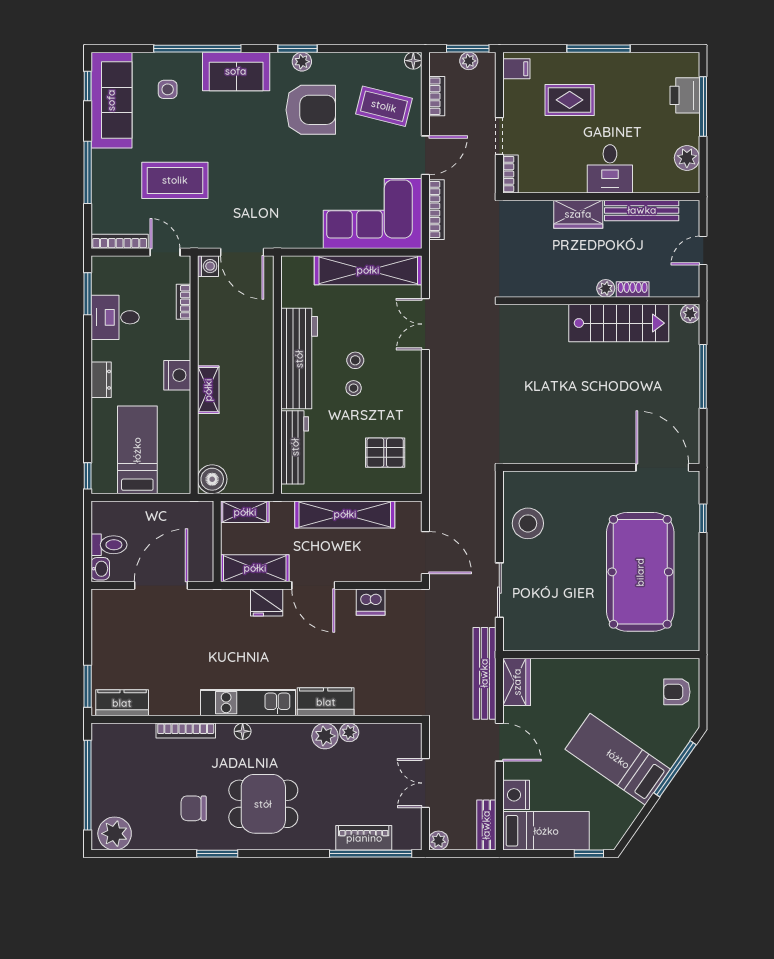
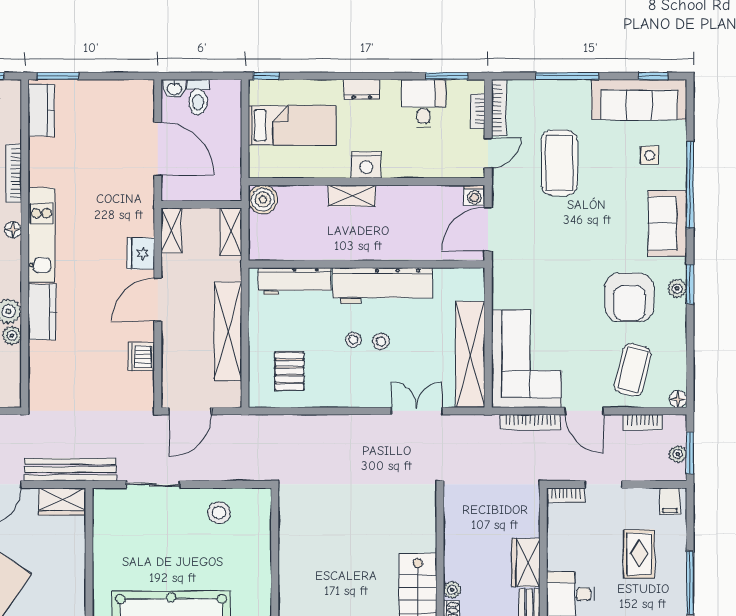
bookcase: (184, 302) -> (478, 111), moved, turned -90
stool: (528, 523) -> (219, 513), width x0.73, depth x0.73
shelving: (255, 568) -> (171, 230), width x0.67, depth x0.75

